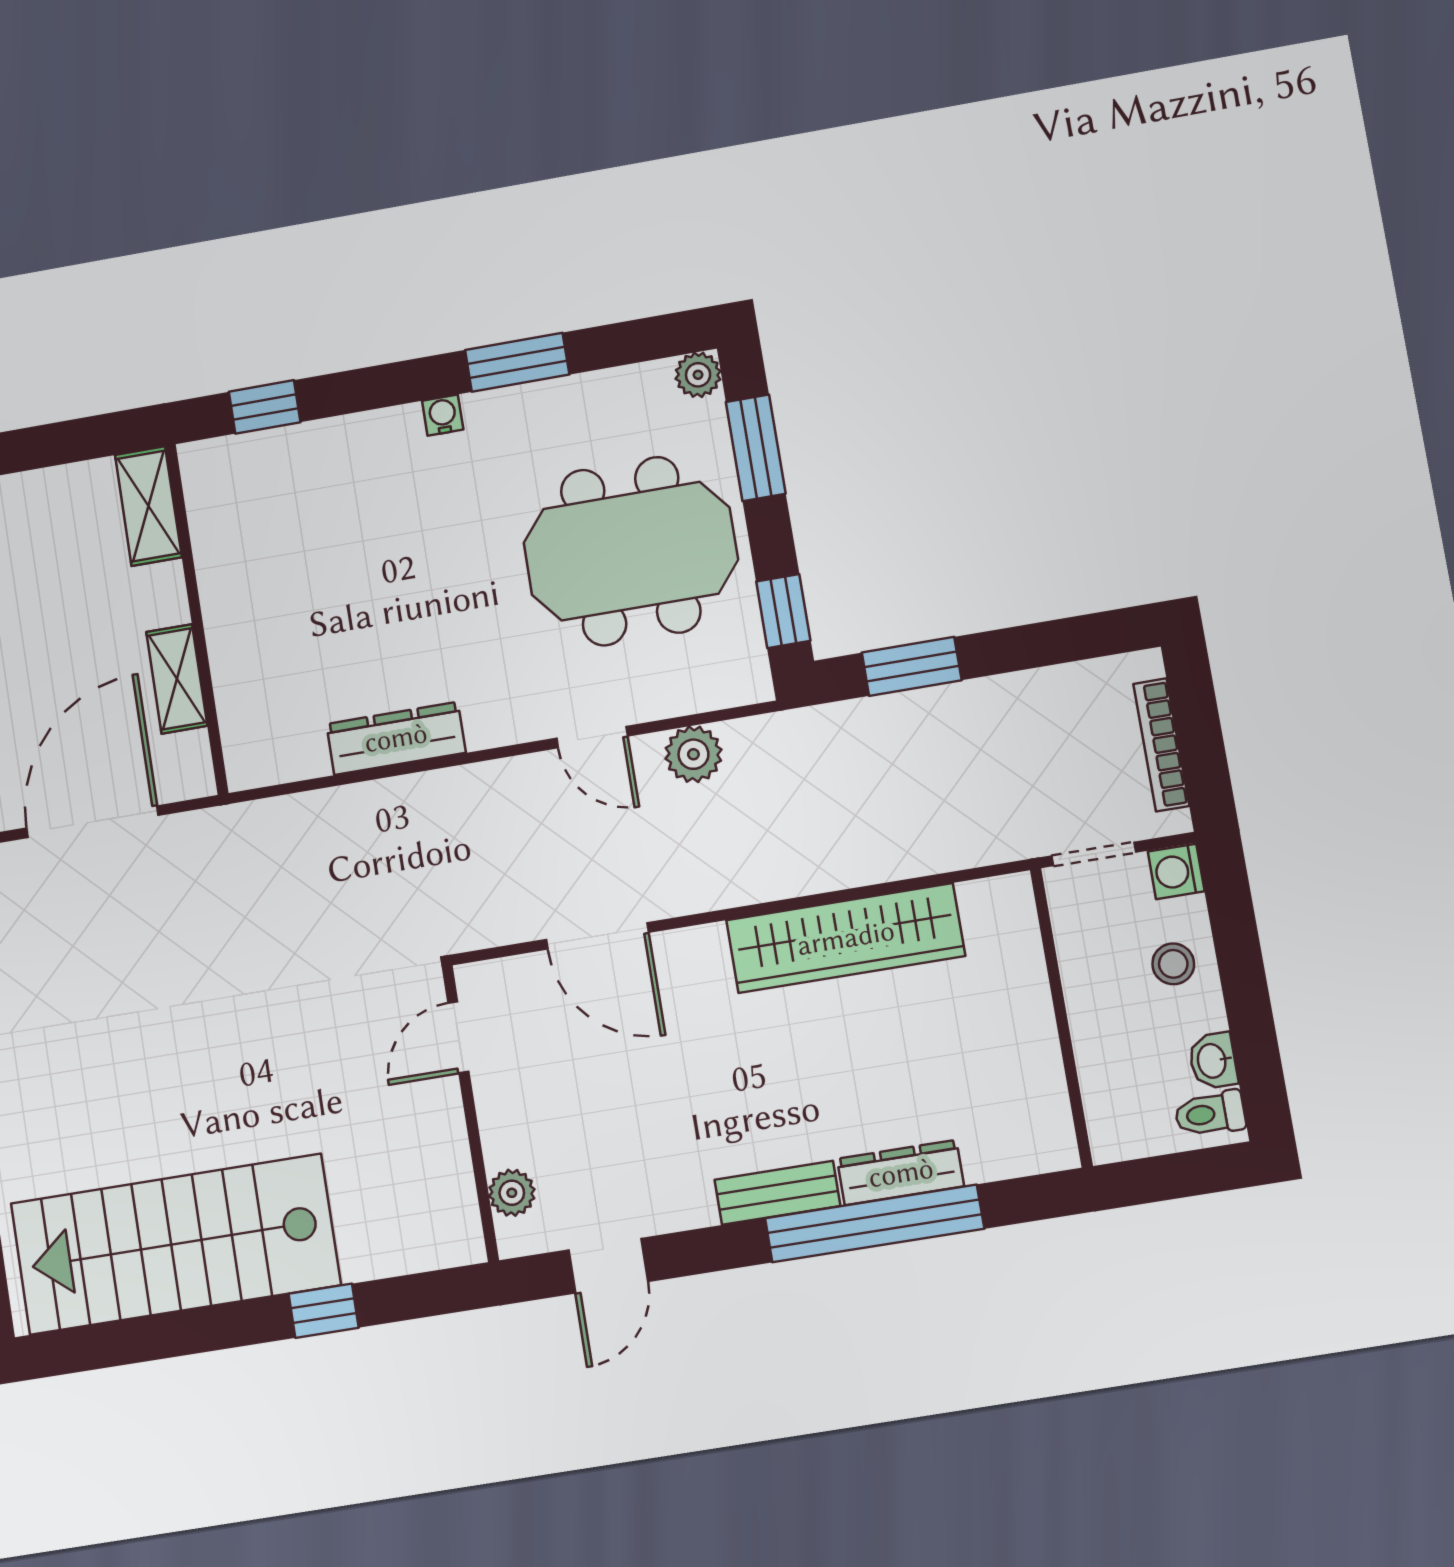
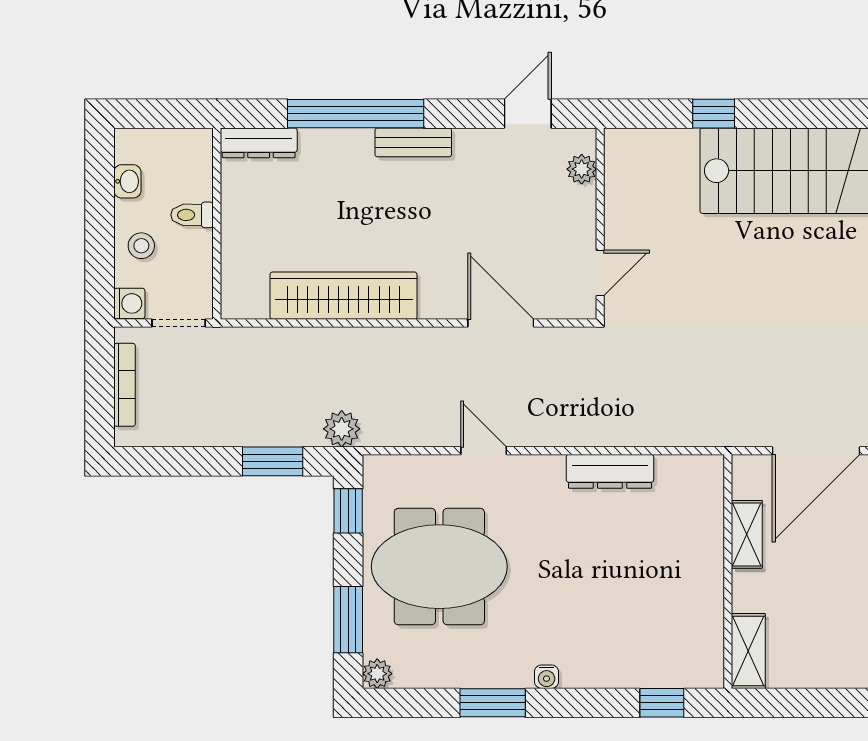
plant: (693, 754) -> (342, 429), moved
toilet: (1210, 1114) -> (192, 215), moved, turned 180
dresser: (901, 1173) -> (259, 143), moved

